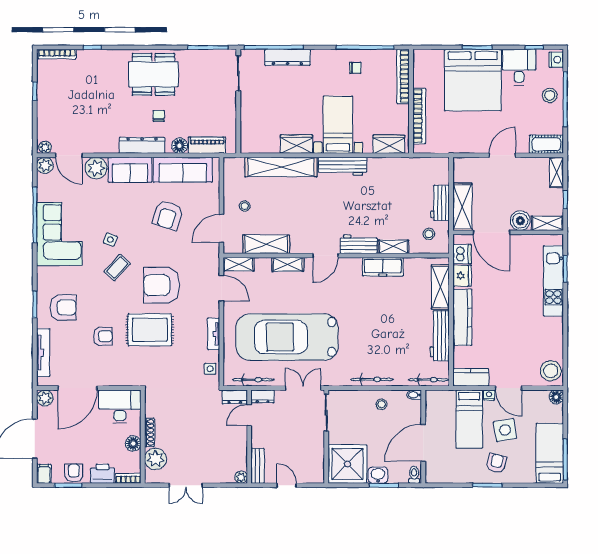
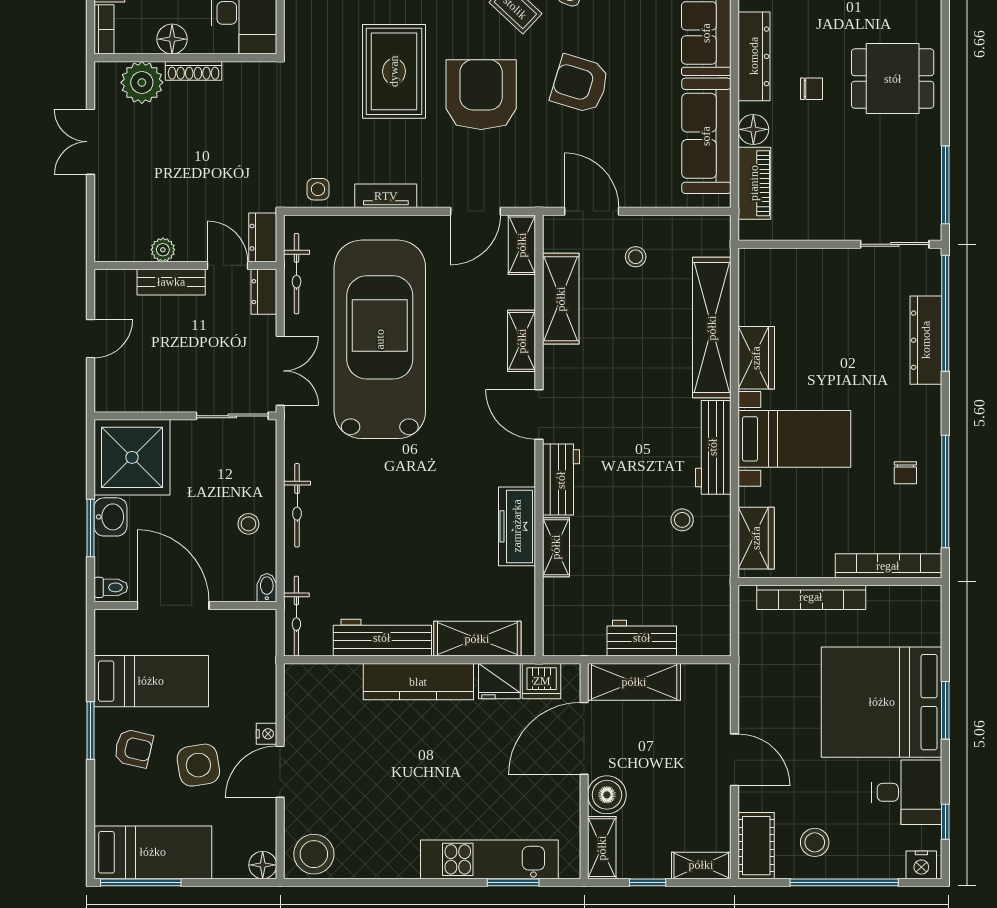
dining table: (153, 74) -> (893, 79), width x0.73
stool: (550, 95) -> (815, 842), moved
armchair: (168, 215) -> (580, 84), moved
stool: (429, 234) -> (682, 520), moved
kitchen counter: (471, 377) -> (301, 698), removed
bed: (469, 419) -> (151, 681), moved, turned 180
bench: (258, 466) -> (171, 282), moved
plant: (241, 477) -> (163, 250), moved

